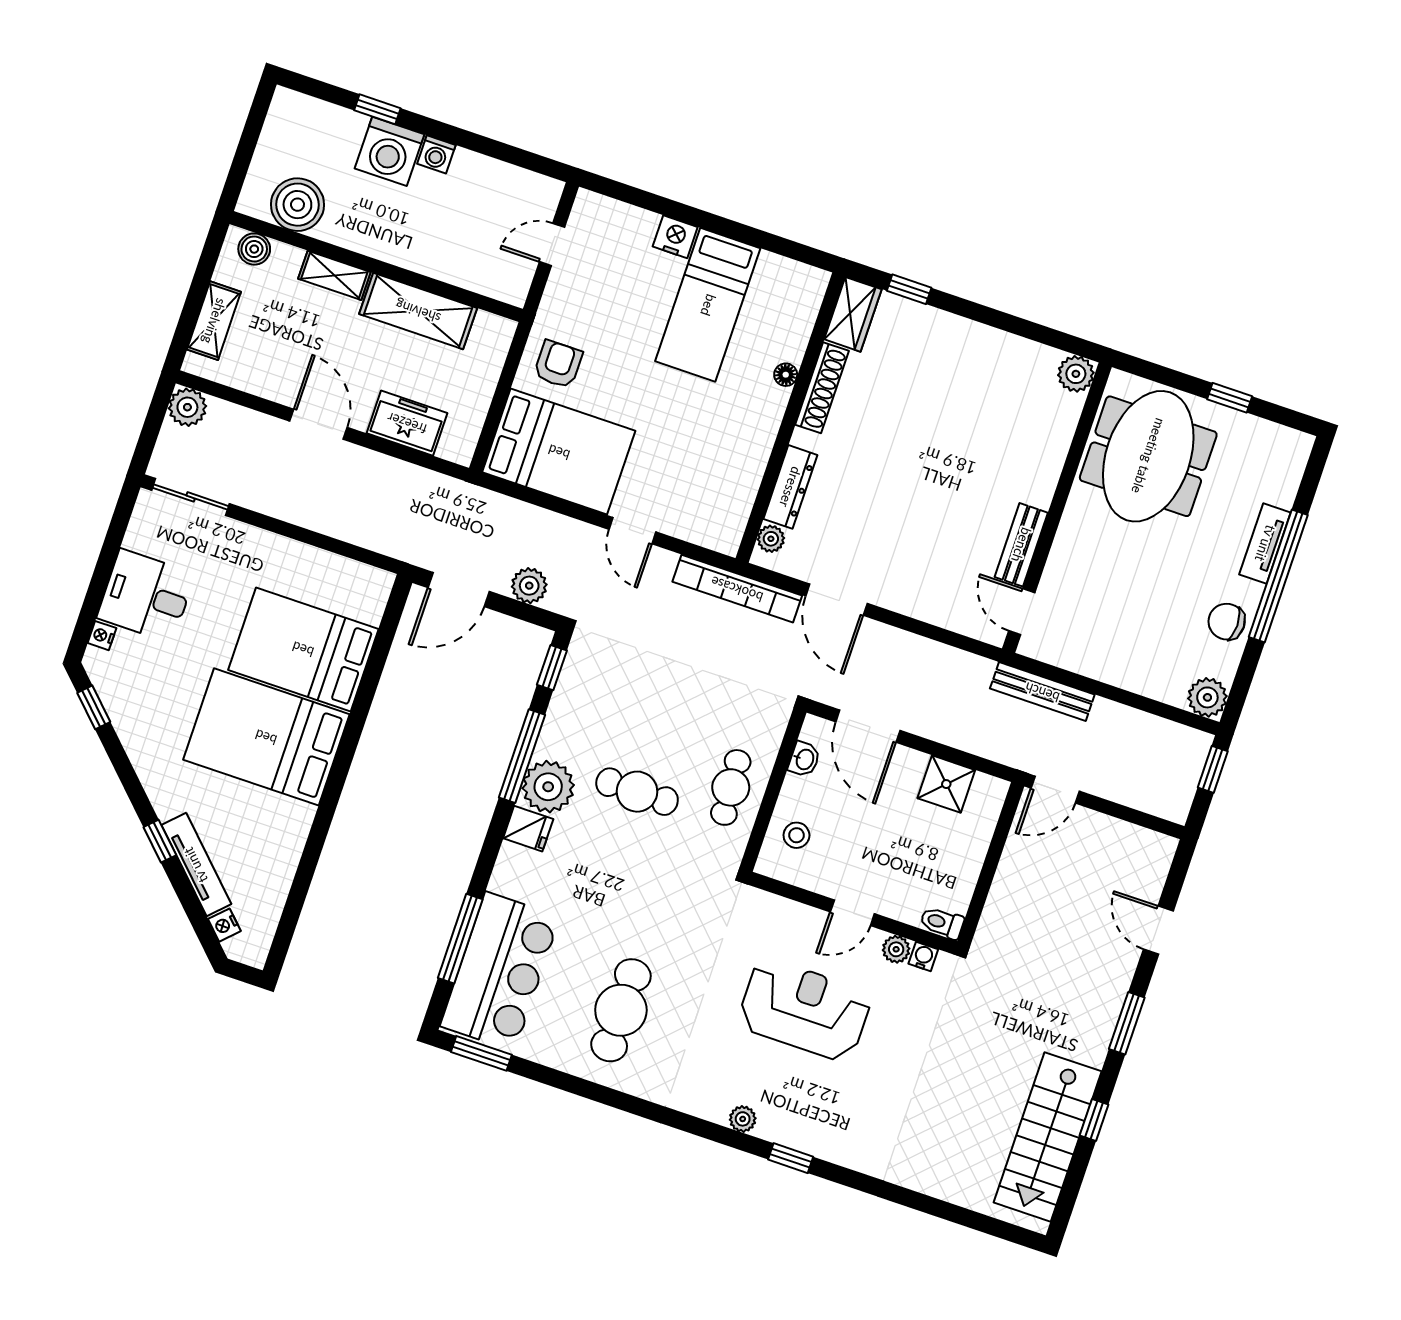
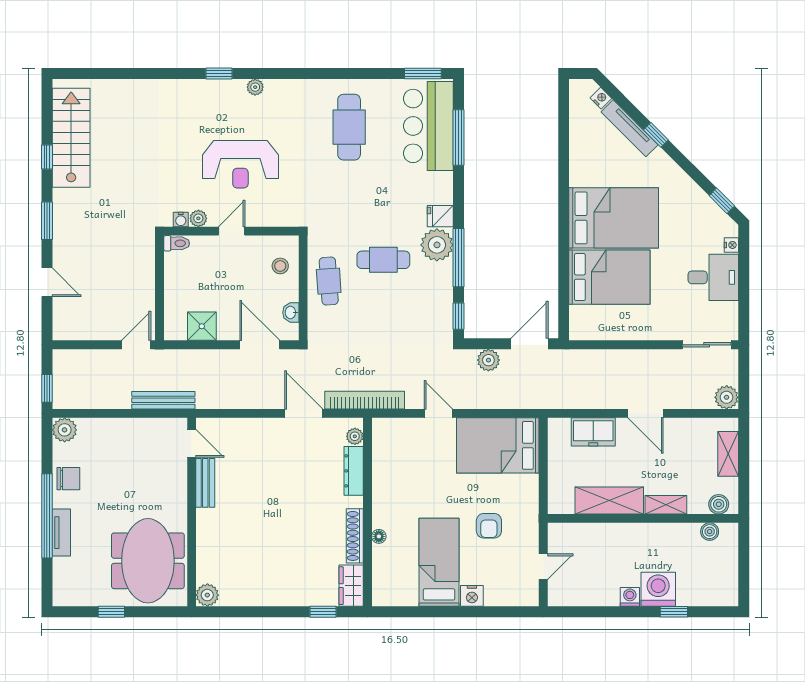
boiler: (297, 205) -> (710, 532), width x0.54, depth x0.54
armchair: (558, 364) -> (489, 526), moved

